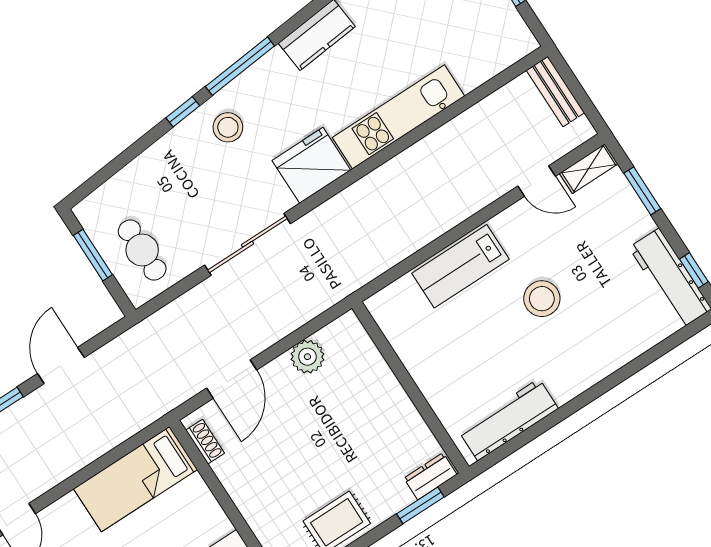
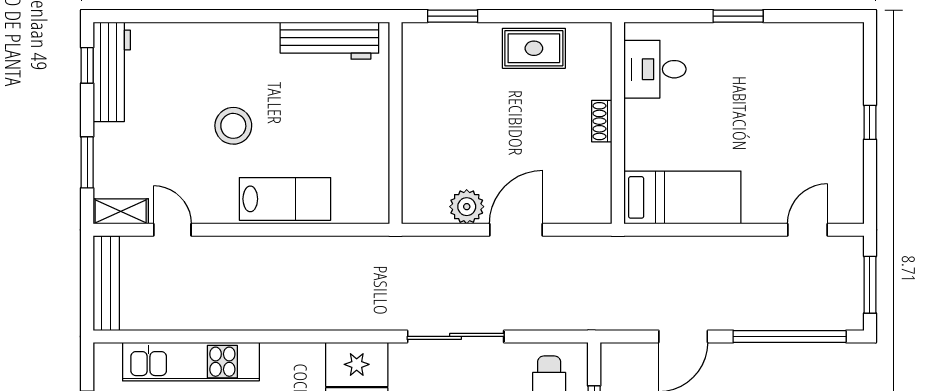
bench: (555, 92) -> (106, 283), width x1.36
kitchen unit: (399, 117) -> (191, 362), moved
door: (232, 379) -> (516, 230), moved
shoe rack: (205, 442) -> (602, 121), moved
dresser: (430, 476) -> (428, 36), removed

